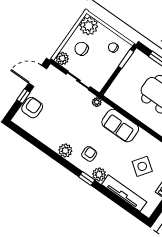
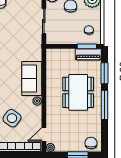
piano: (134, 63) -> (88, 54), added
plant: (97, 102) -> (37, 101), moved

